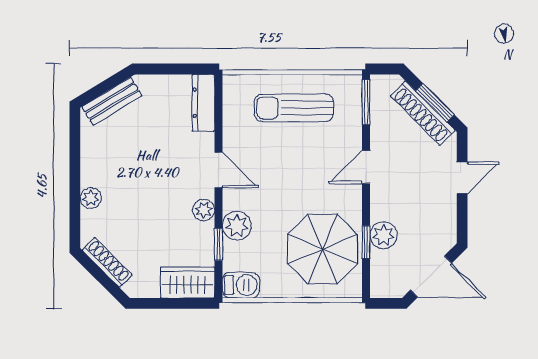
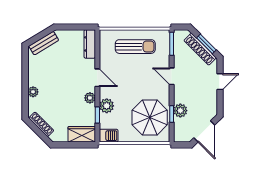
sun lounger: (294, 108) -> (135, 47), turned 180
door: (366, 167) -> (172, 76), hinge flipped
door: (431, 277) -> (204, 131), hinge flipped

